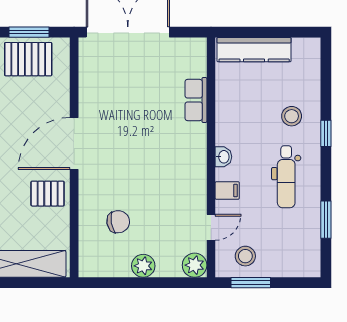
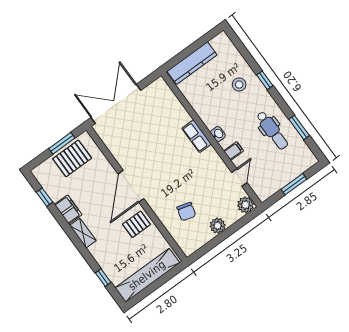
row of seats: (196, 100) -> (197, 136), moved
dental chair: (286, 177) -> (272, 130), moved
chair: (118, 222) -> (186, 212), turned 116
stool: (245, 256) -> (270, 180), removed
window: (251, 283) -> (294, 184), moved

